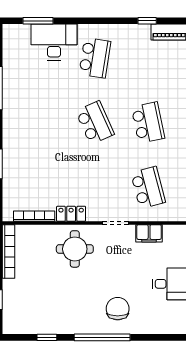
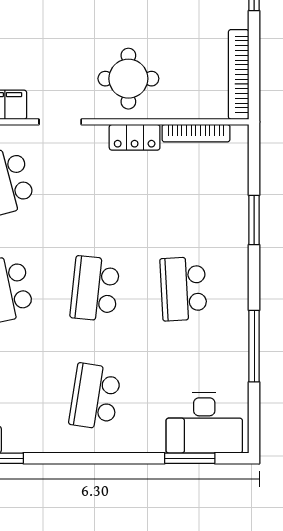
desk: (54, 42) -> (204, 423), moved
school desk: (42, 123) -> (183, 289), added
school desk: (95, 123) -> (95, 289), turned 30

